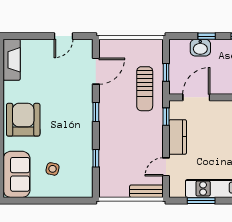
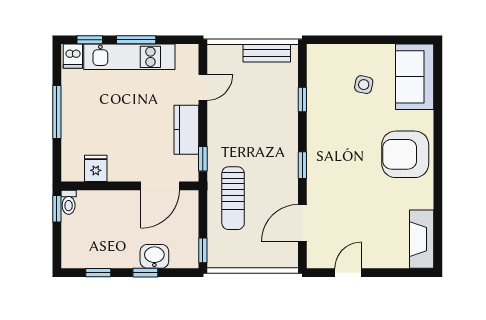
window: (166, 72) -> (203, 250), moved
sun lounger: (145, 89) -> (233, 198), turned 180
armchair: (23, 120) -> (405, 154), turned 90
bench: (146, 191) -> (267, 53), moved
window: (201, 201) -> (136, 40), moved

